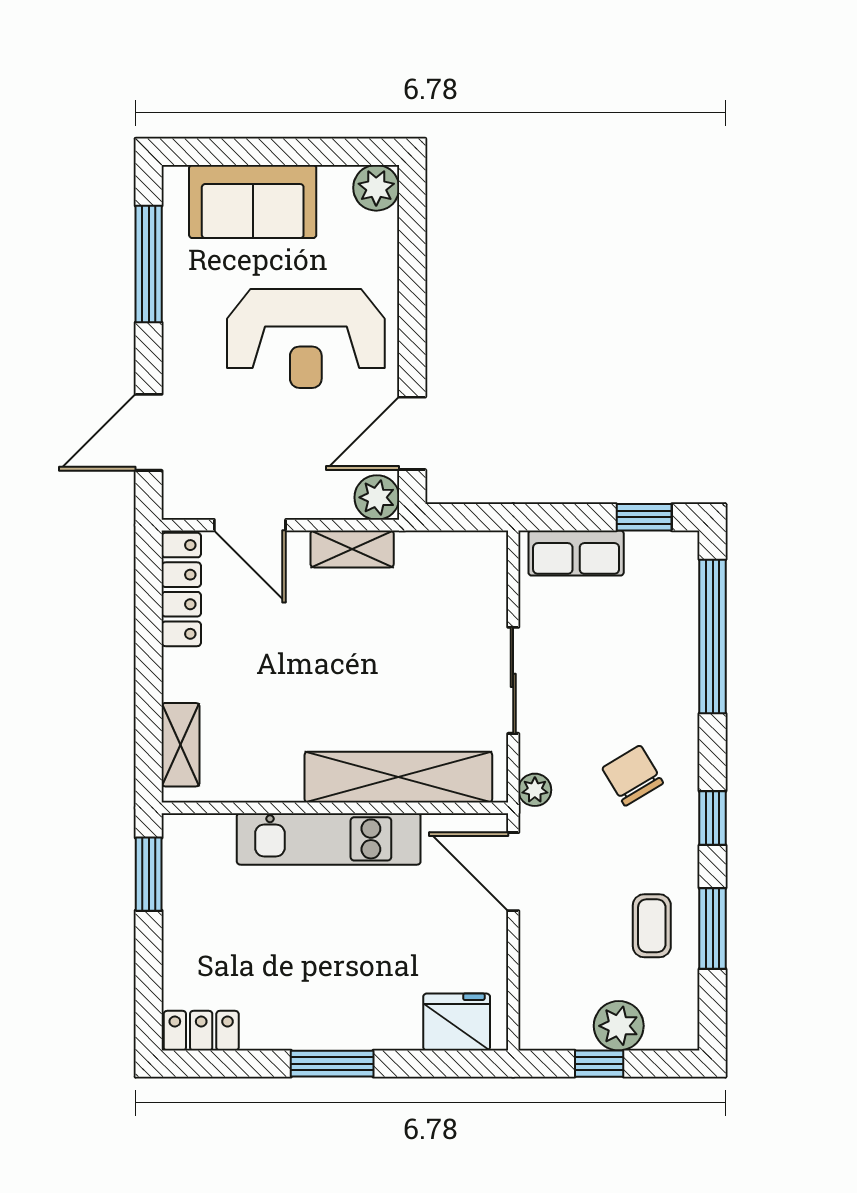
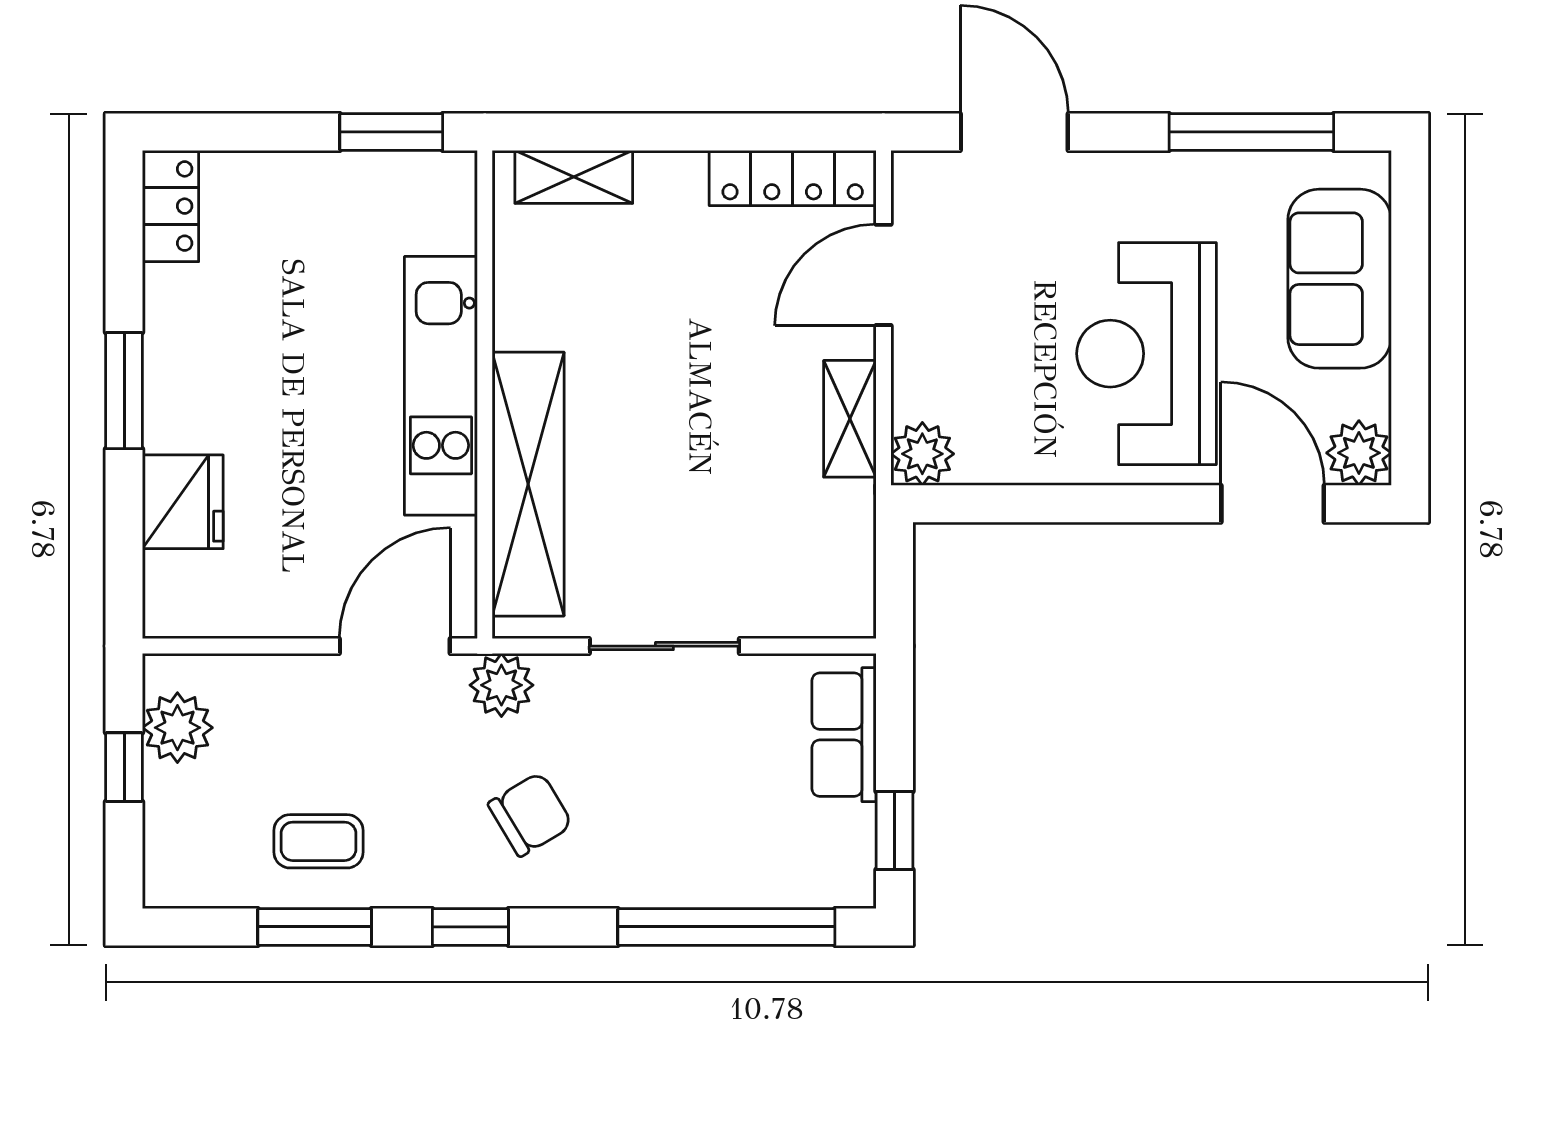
door: (412, 433) -> (1273, 504), moved
plant: (535, 790) -> (501, 685), width x1.38, depth x1.38
fridge: (457, 1022) -> (183, 502), moved
plant: (619, 1026) -> (177, 728), moved

